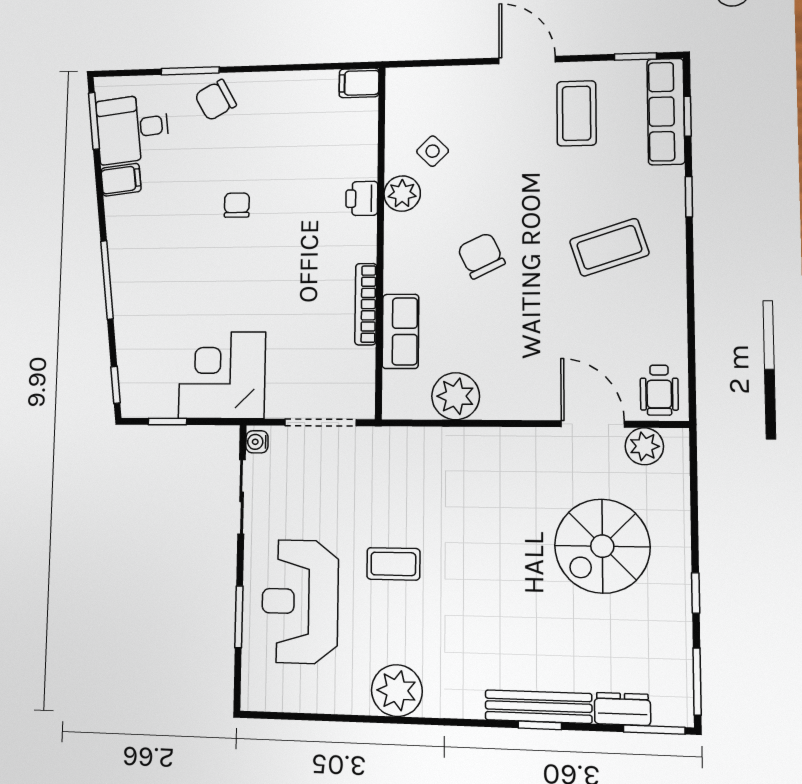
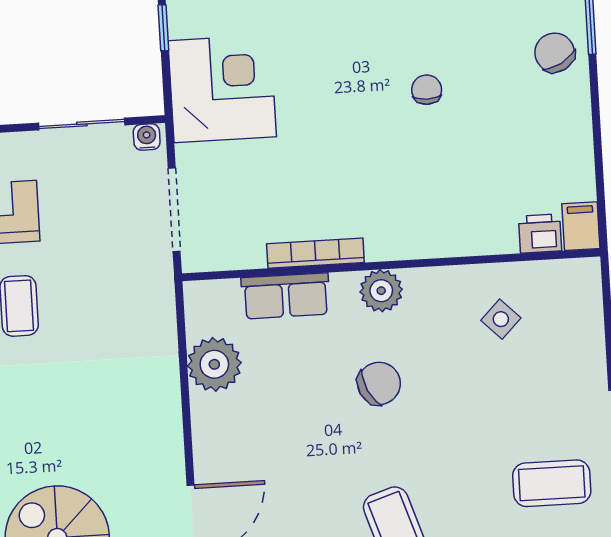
plant: (402, 194) -> (381, 291), moved
printer: (362, 198) -> (540, 233), moved
chair: (237, 205) -> (427, 90), turned -90

